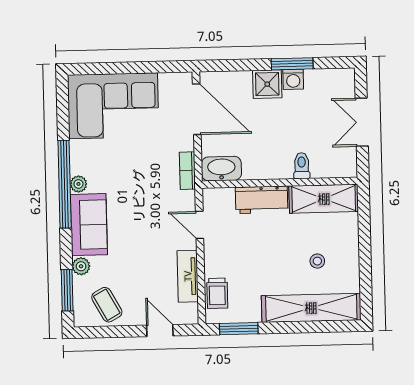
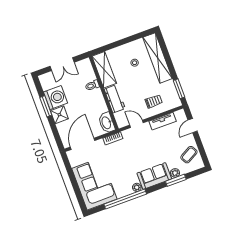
washing machine: (293, 79) -> (56, 98), width x1.89, depth x1.89
window: (65, 184) -> (125, 199), moved
door: (200, 225) -> (137, 124), swing flipped
window: (67, 290) -> (176, 180), moved
trolley: (217, 293) -> (154, 101), moved

